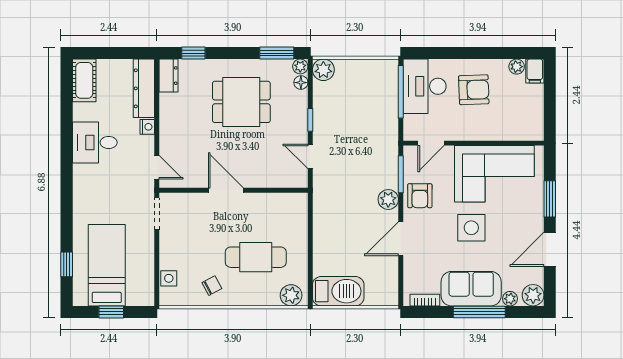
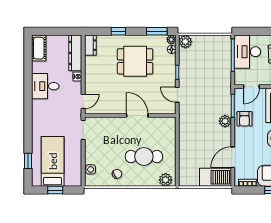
window: (193, 53) -> (118, 31), moved
door: (157, 167) -> (83, 101), hinge flipped
door: (226, 190) -> (137, 116), moved
door: (401, 239) -> (233, 157), moved
barbecue: (338, 291) -> (216, 177), moved

